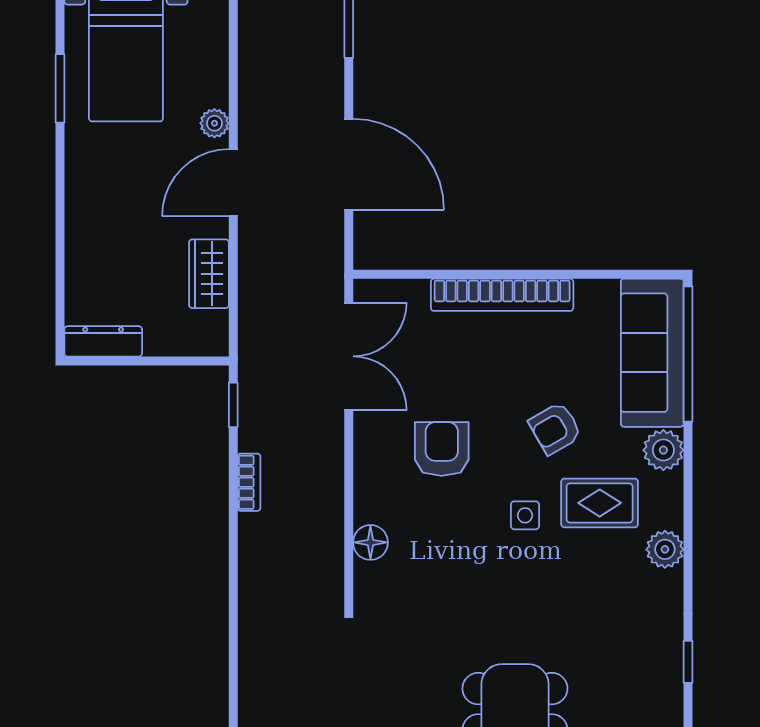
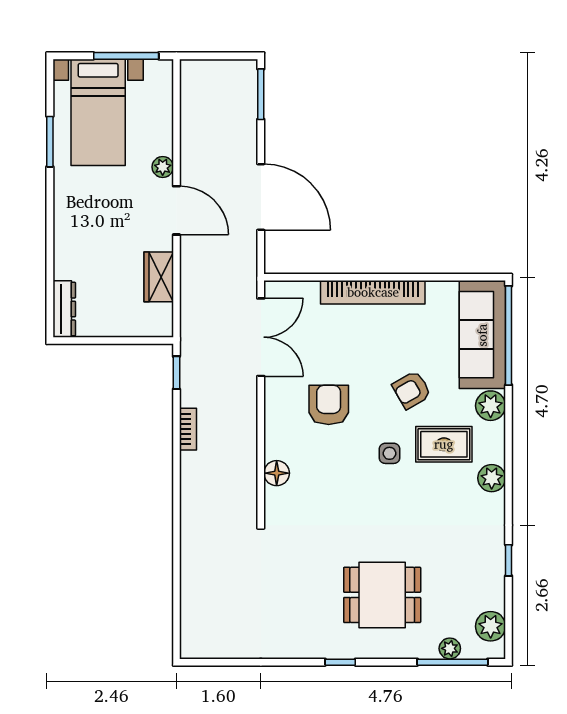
door: (233, 183) -> (176, 210), swing flipped
dresser: (103, 341) -> (64, 309), moved, turned 90

